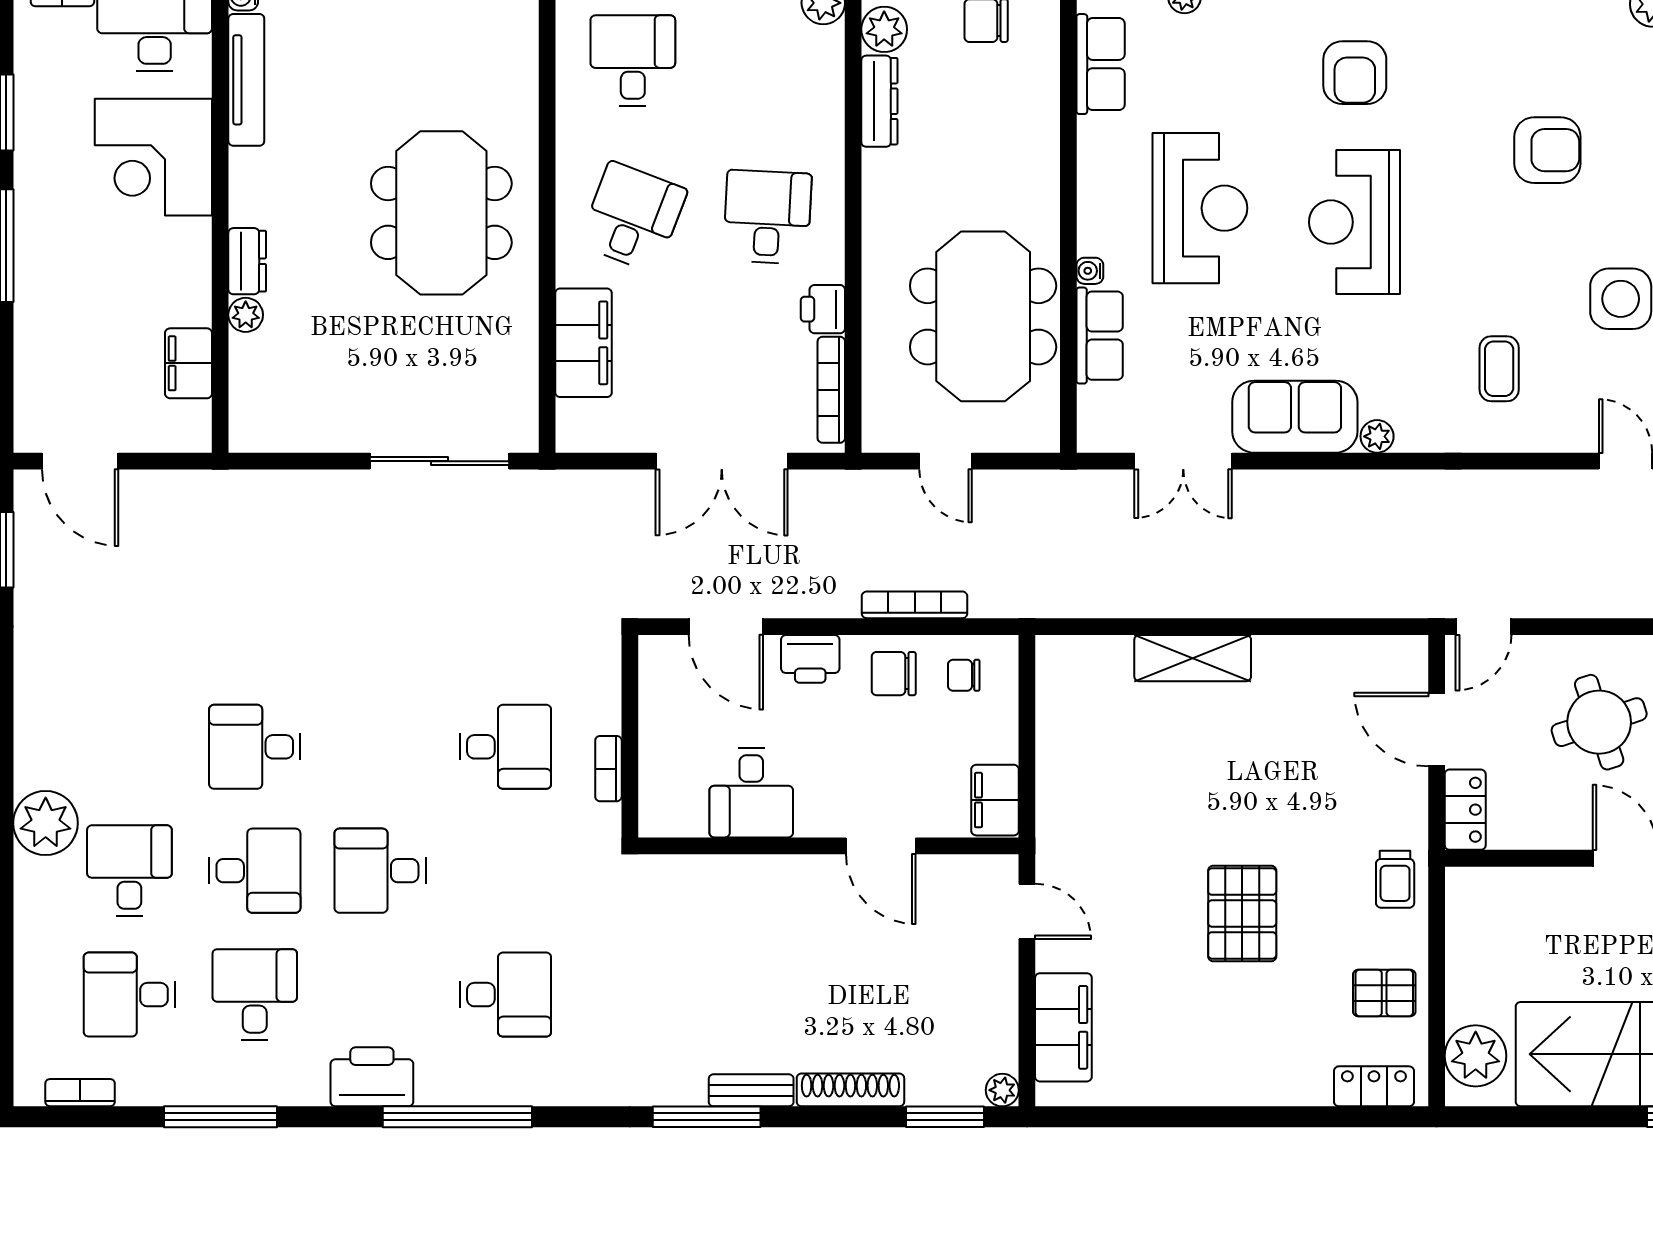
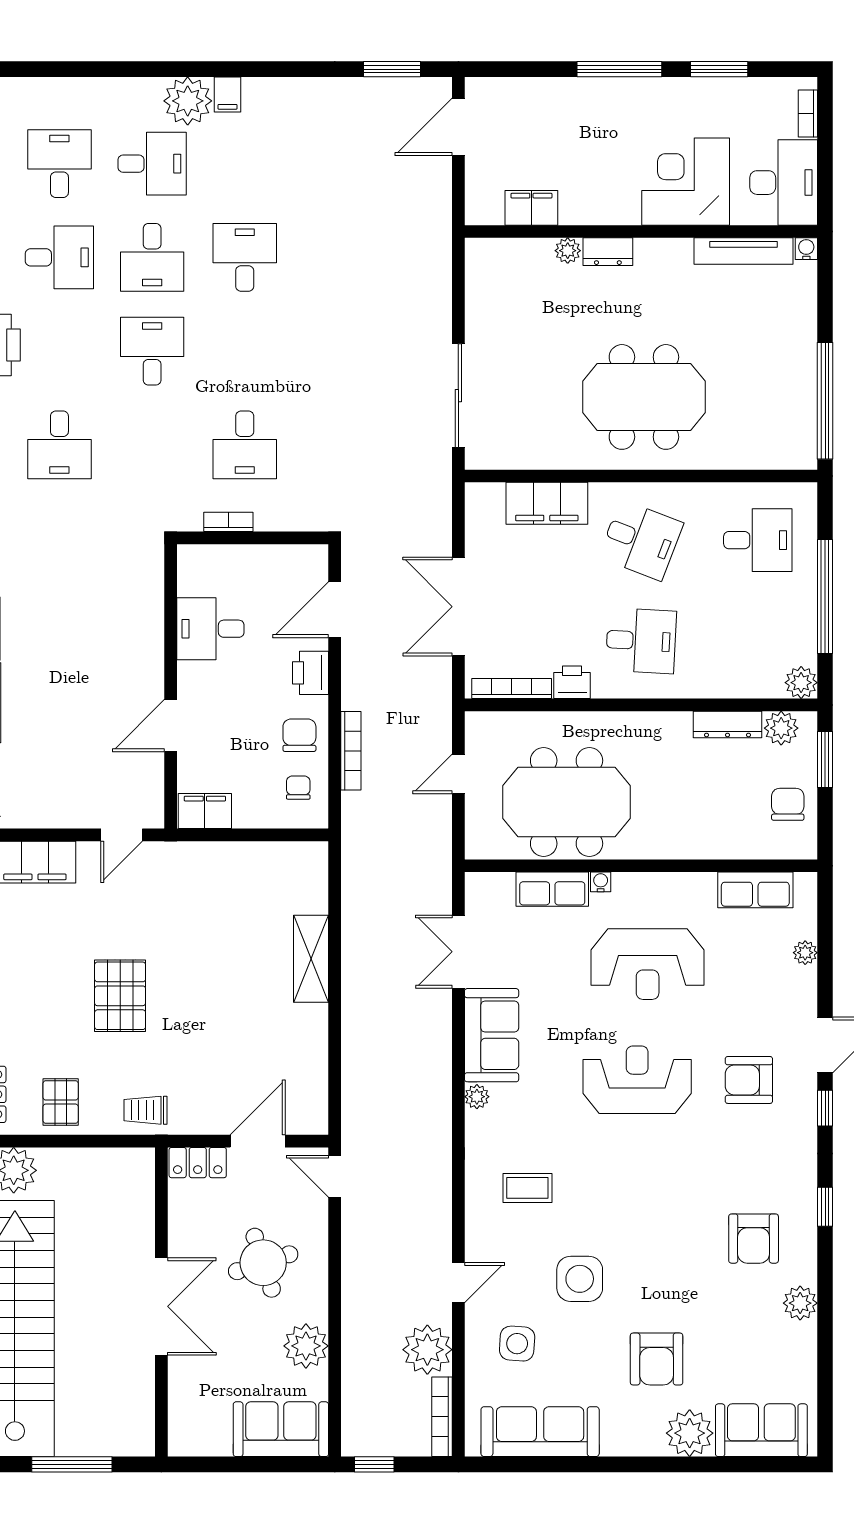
armchair: (1547, 150) -> (754, 1239), moved
filing cabinet: (37, 770) -> (228, 94), added
pallet: (1242, 913) -> (120, 996), turned 90

